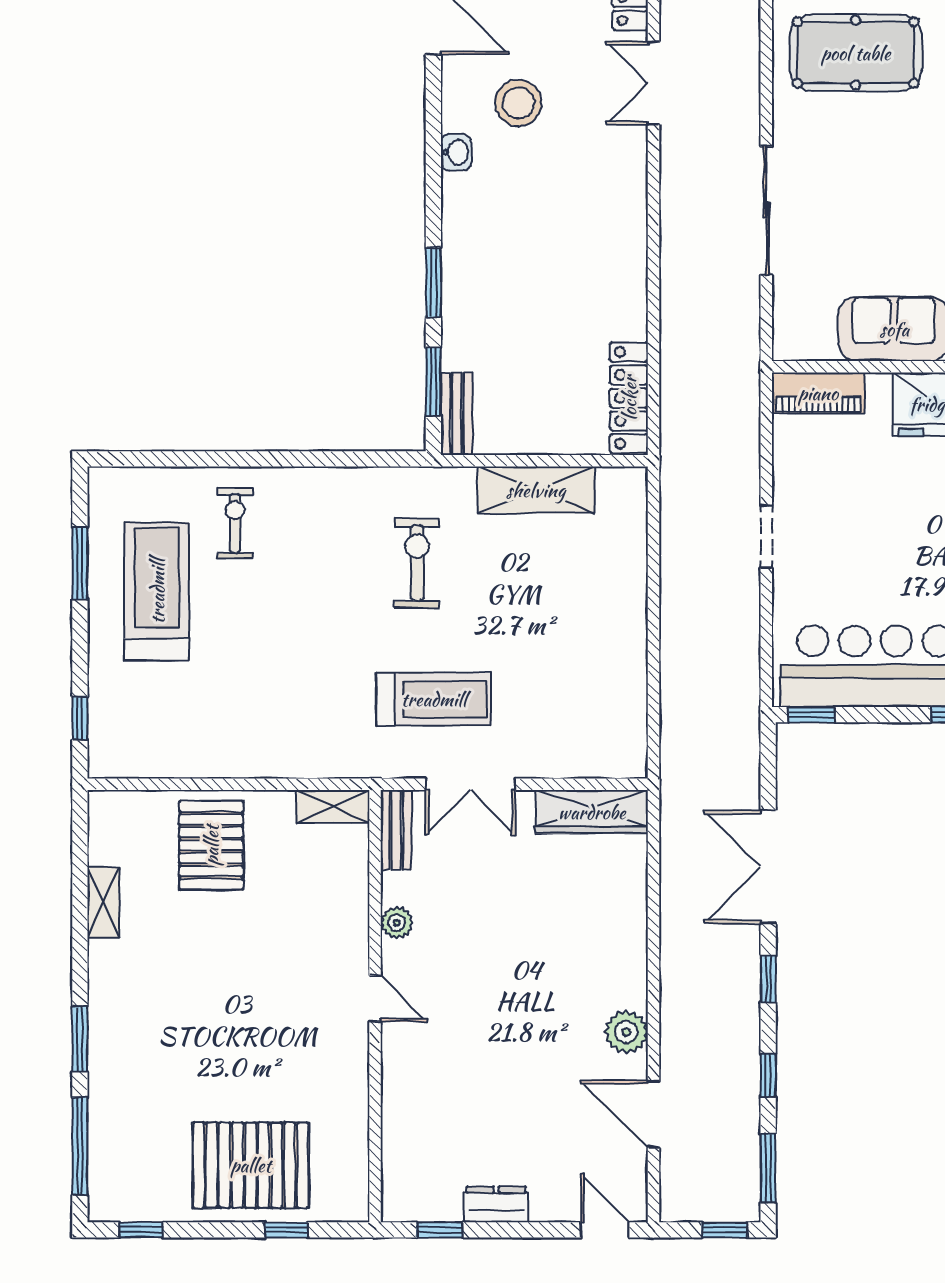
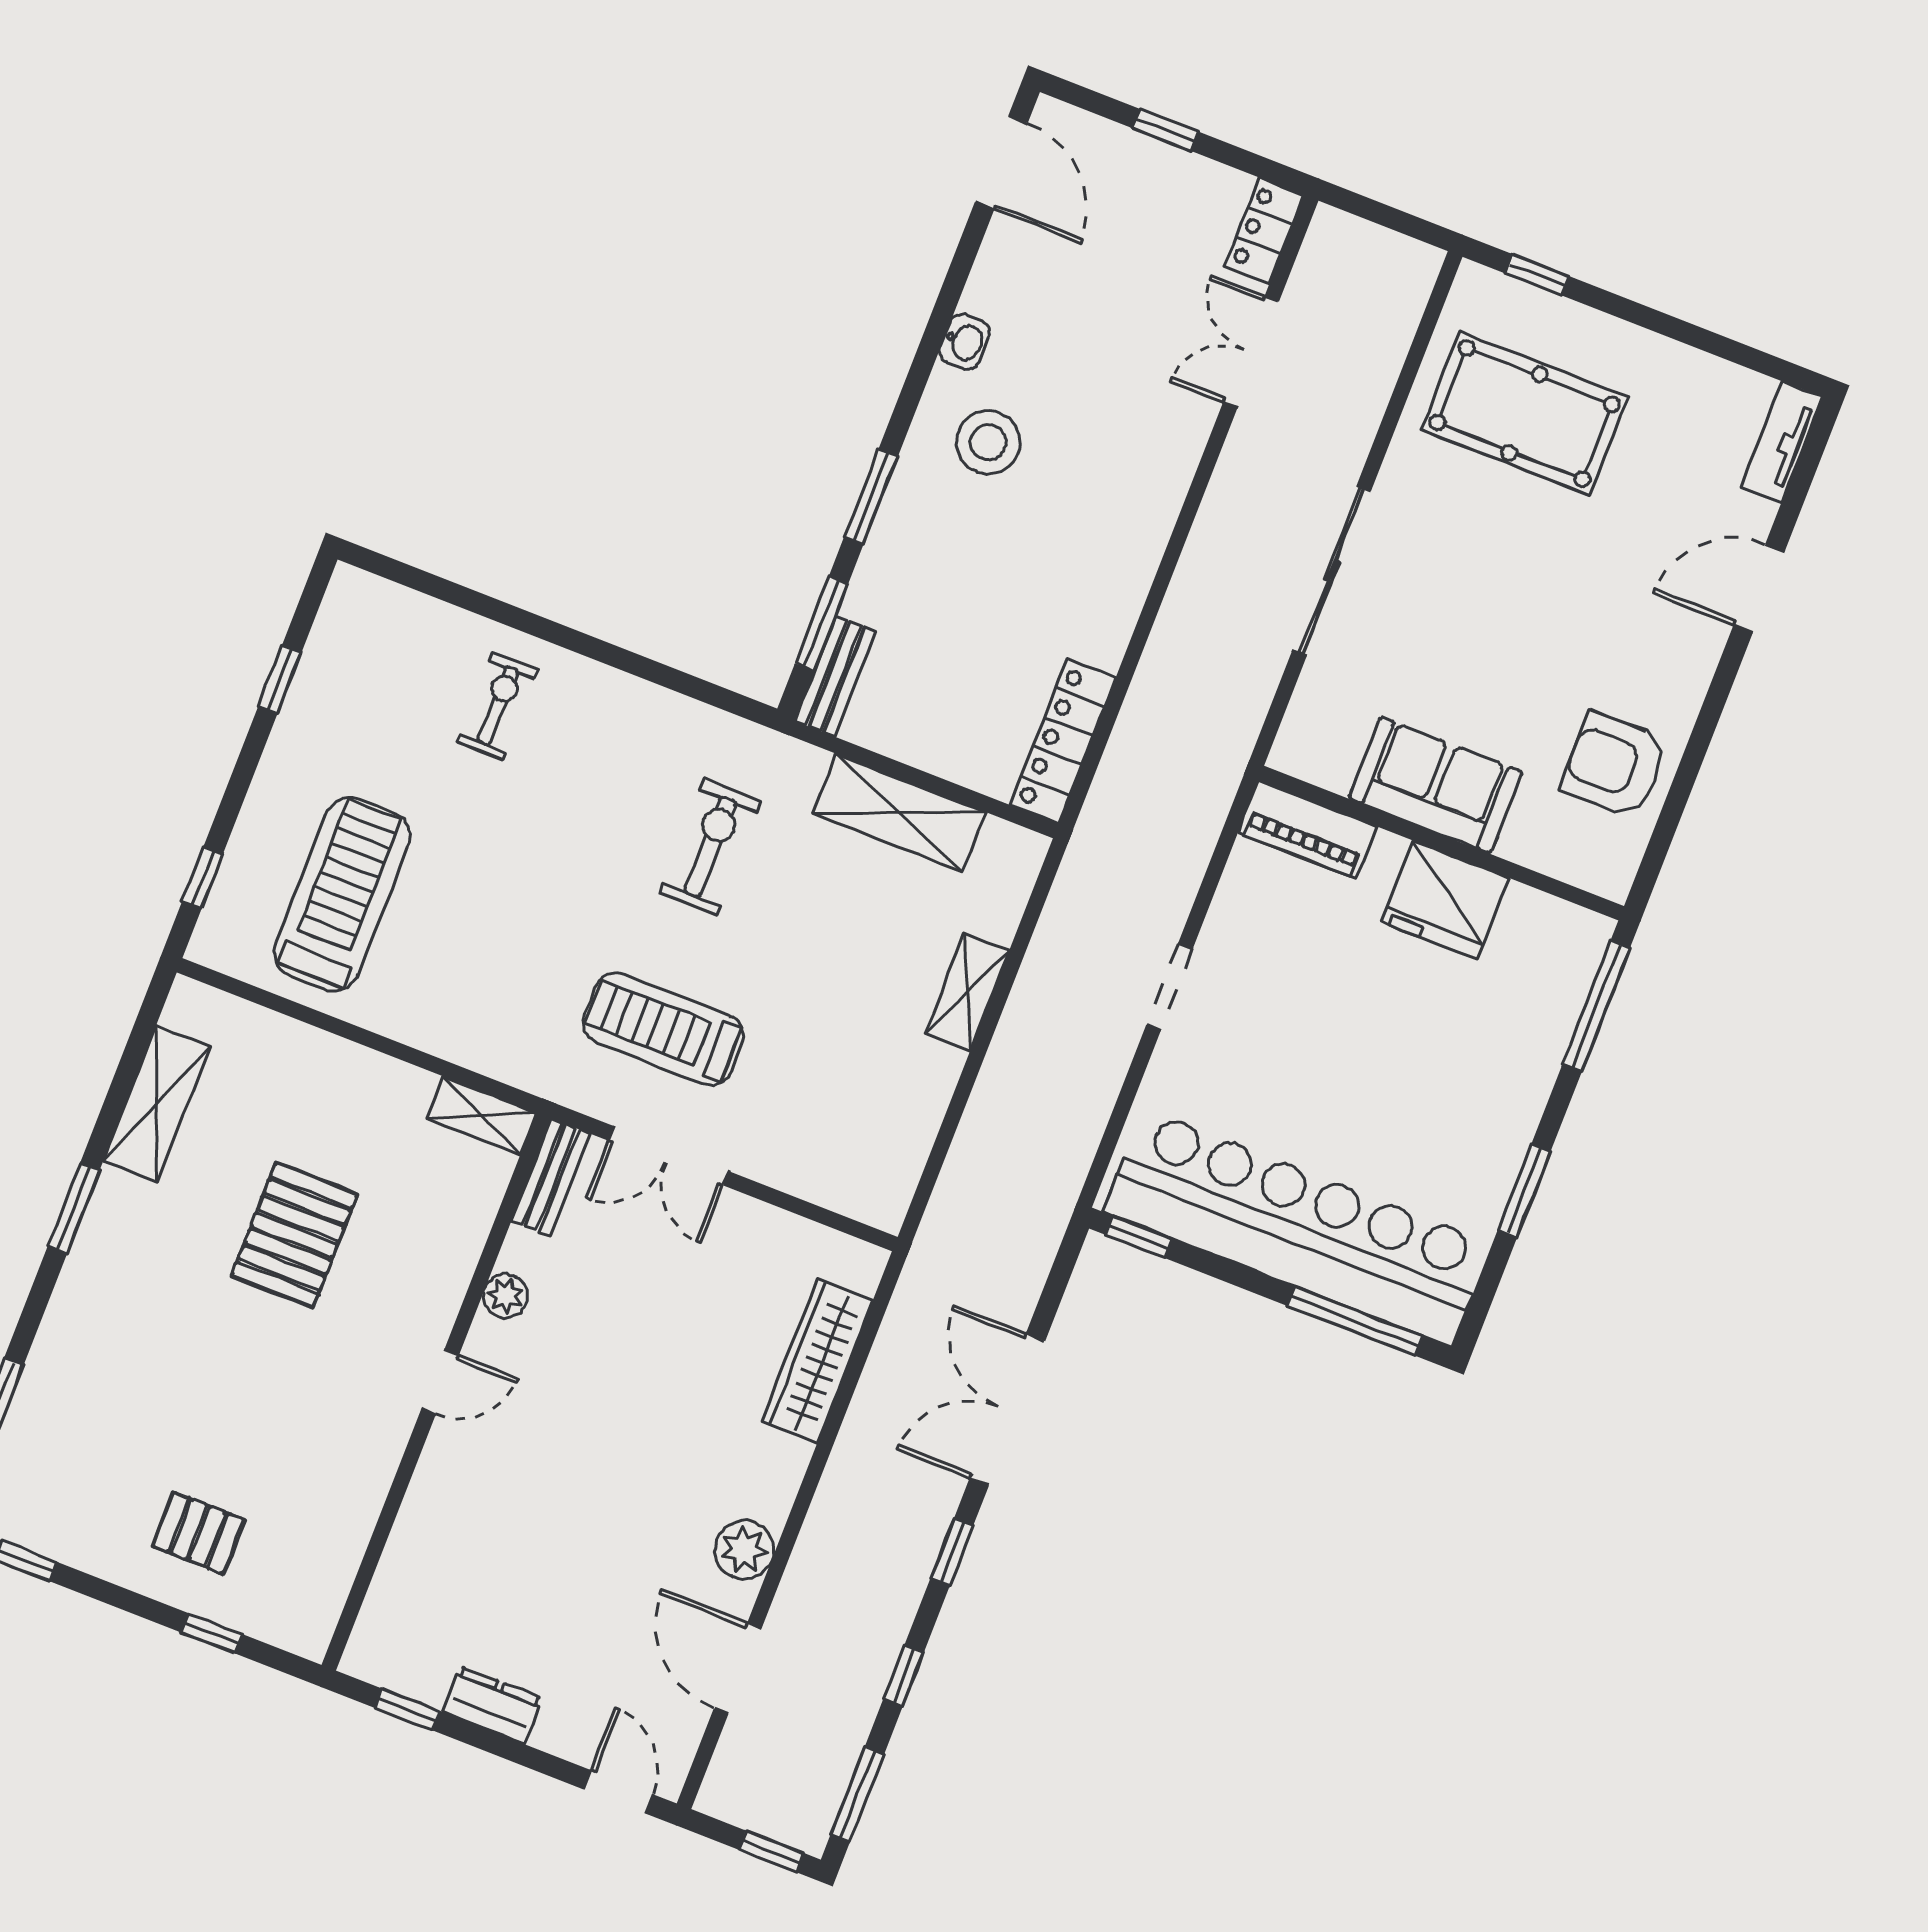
stool: (518, 103) -> (988, 442), moved
window: (80, 563) -> (280, 679), width x0.67
treadmill: (157, 591) -> (342, 894), moved
shelving: (630, 594) -> (967, 992), added
treadmill: (434, 699) -> (664, 1029), turned 180
wardrobe: (592, 812) -> (817, 1361), moved, turned 90
pallet: (211, 845) -> (294, 1235), moved
shelving: (103, 902) -> (157, 1104), width x1.50, depth x1.33
door: (375, 999) -> (440, 1382), hinge flipped
window: (80, 1039) -> (74, 1208), moved
pallet: (251, 1165) -> (198, 1533), width x0.49, depth x0.50

